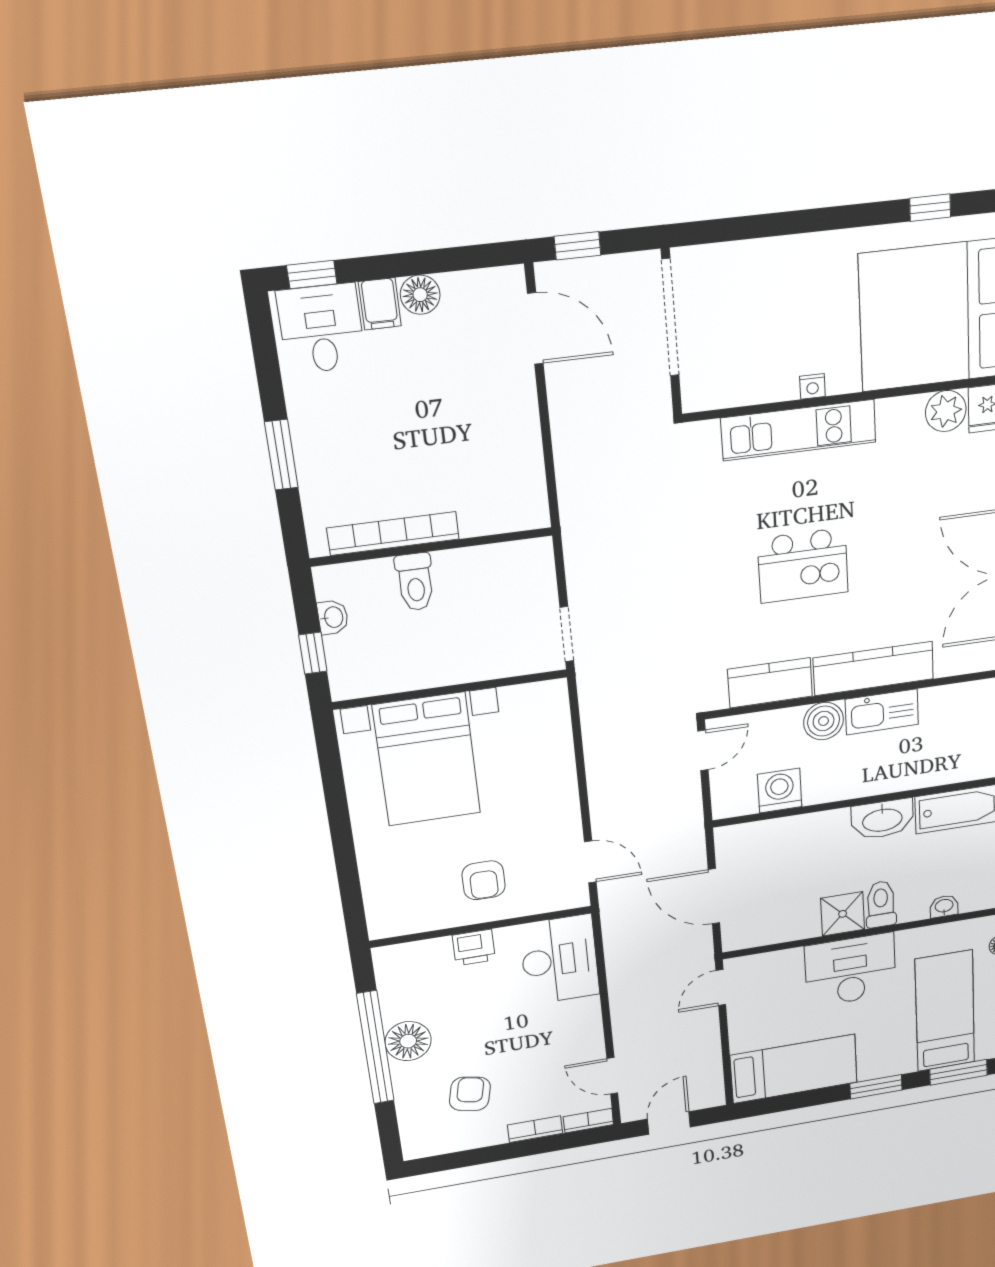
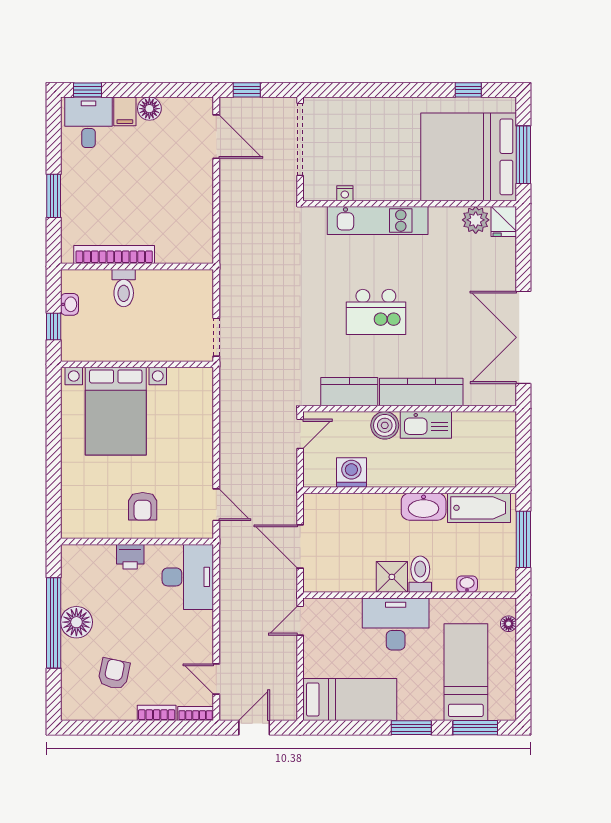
nightstand: (812, 386) -> (345, 193), moved

